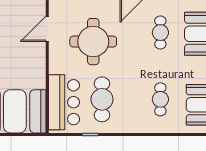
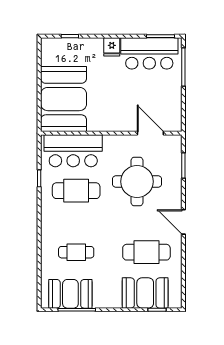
cafe table: (160, 33) -> (146, 252), width x1.37, depth x1.35

